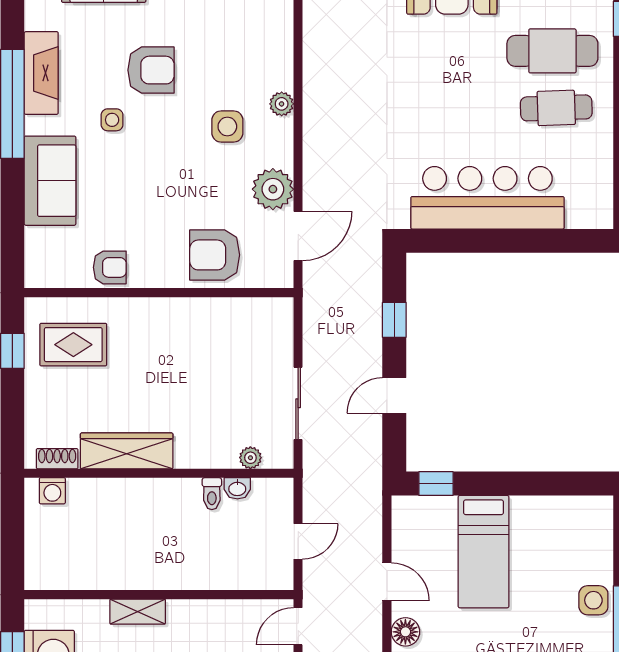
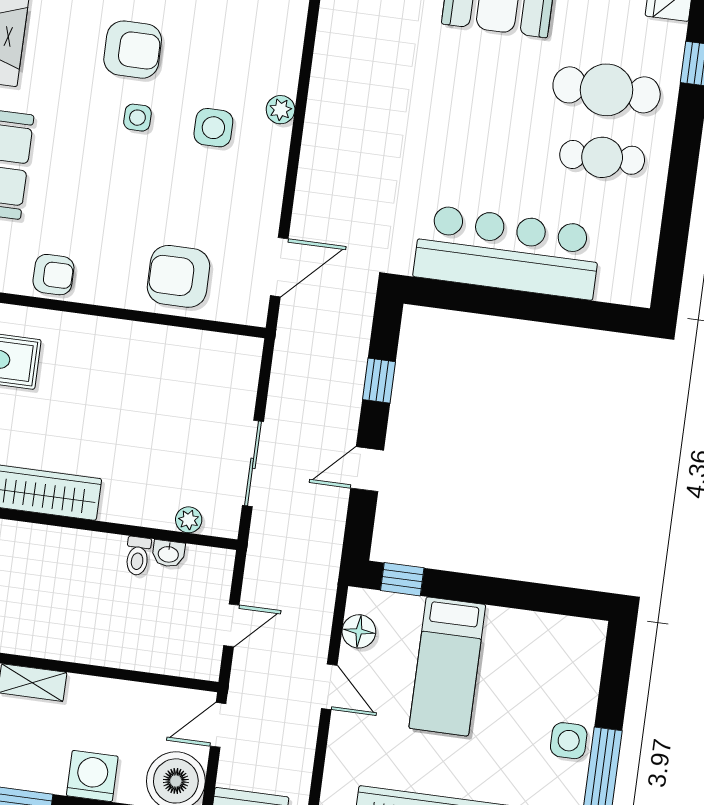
side table: (112, 120) -> (137, 118), moved
plant: (273, 189) -> (257, 208), removed
floor lamp: (405, 632) -> (359, 631), moved

